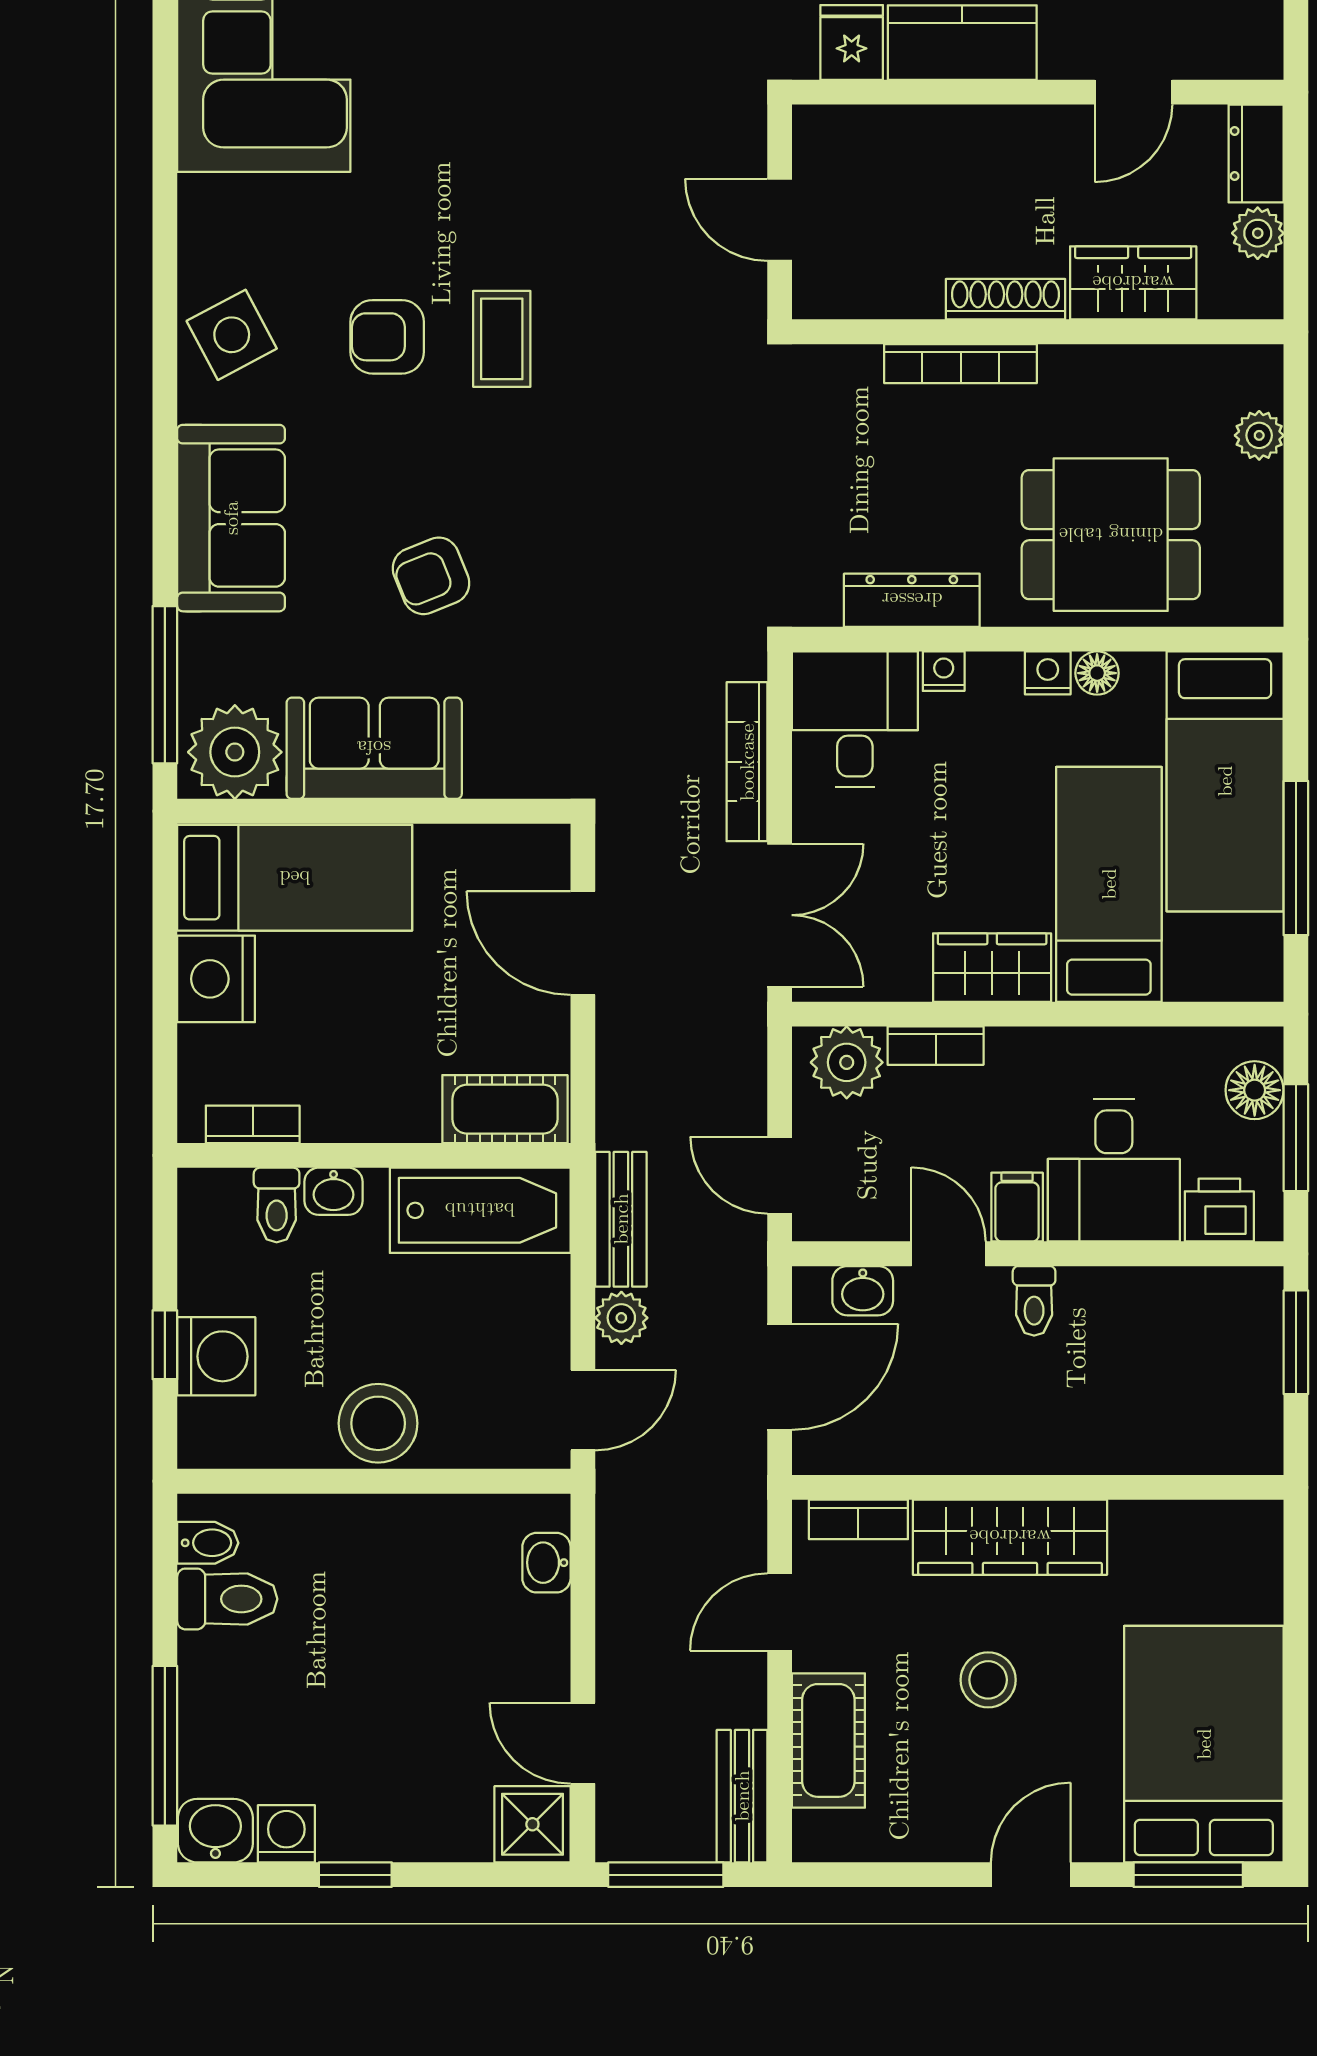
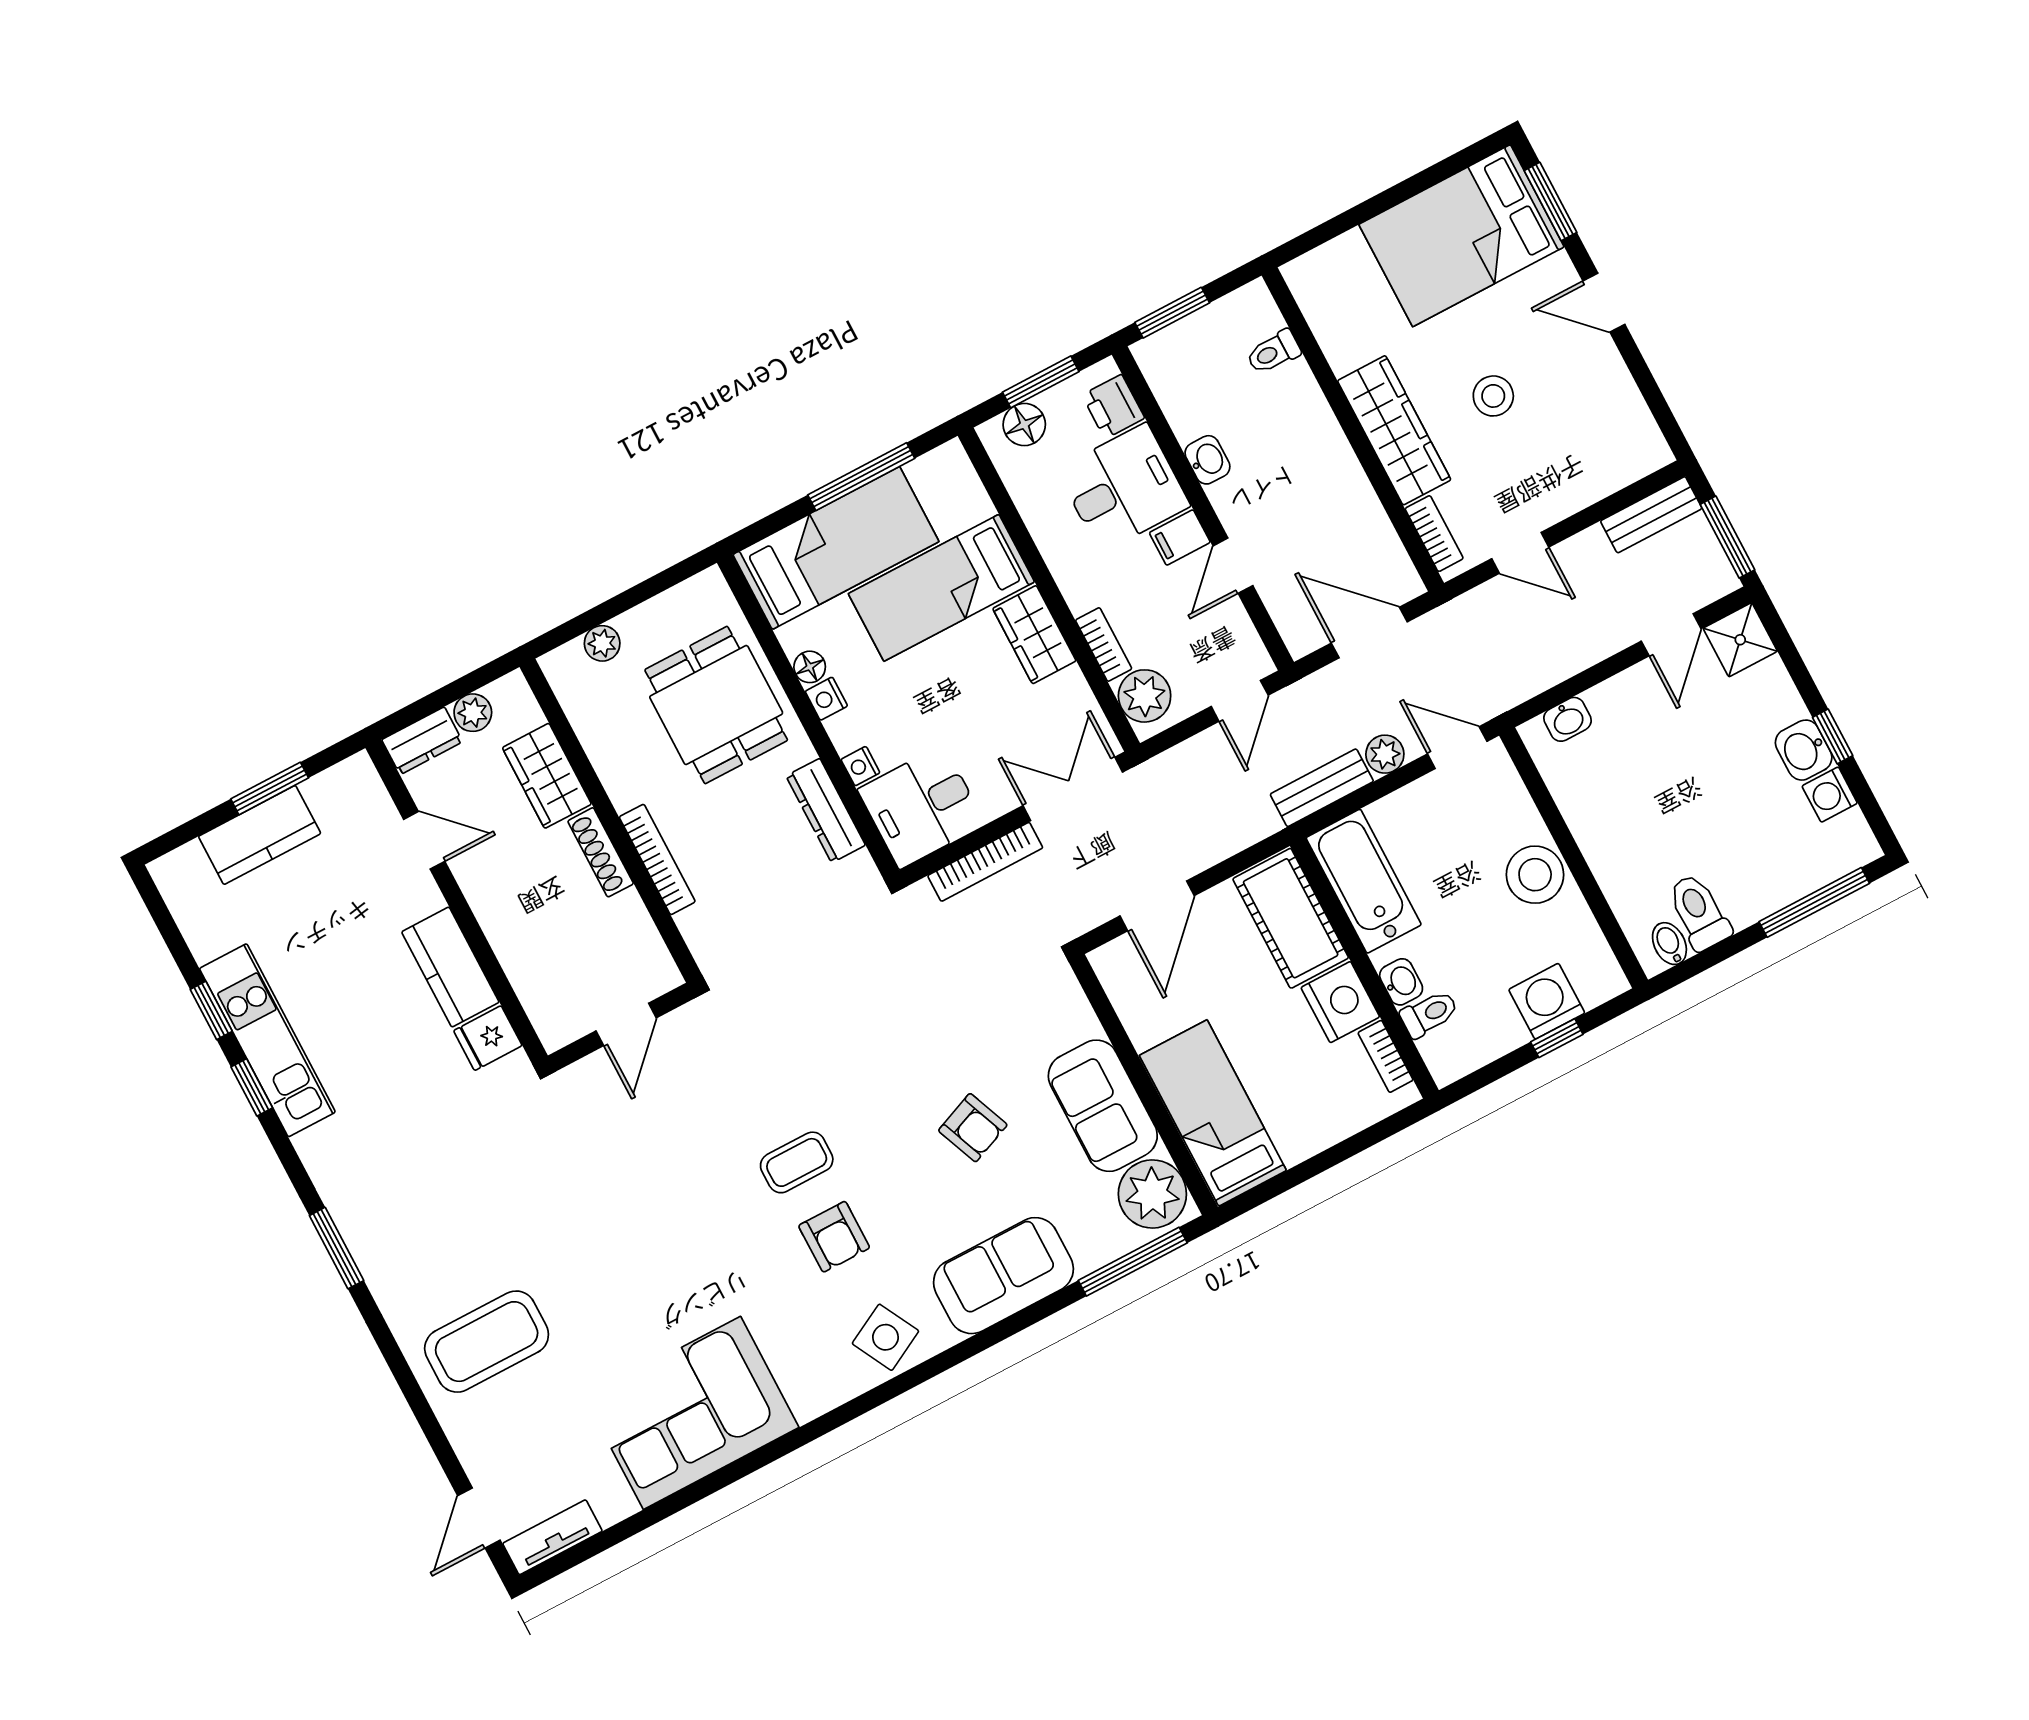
nightstand: (216, 979) -> (1340, 1002), moved, turned -90
cot: (505, 1109) -> (1291, 918), width x1.37, depth x1.34
washbasin: (863, 1291) -> (1207, 460), moved
toilet: (1034, 1301) -> (1273, 352), moved, turned 180
cot: (828, 1740) -> (1586, 478), removed
washbasin: (215, 1831) -> (1804, 750), moved

